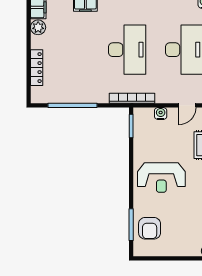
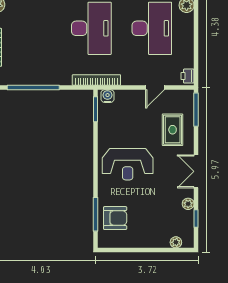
water cooler: (161, 113) -> (108, 96), moved
armchair: (150, 228) -> (115, 218), turned -90

